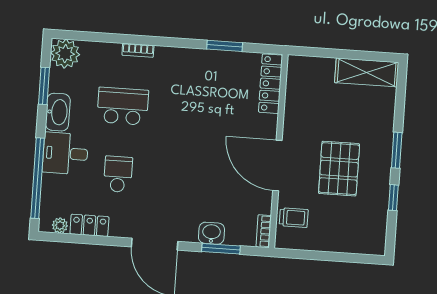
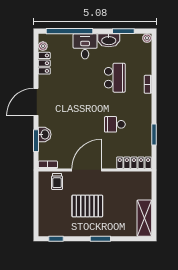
plant: (65, 54) -> (147, 38), width x0.53, depth x0.53
school desk: (118, 174) -> (115, 124), moved, turned 180
window: (393, 198) -> (56, 239), moved

